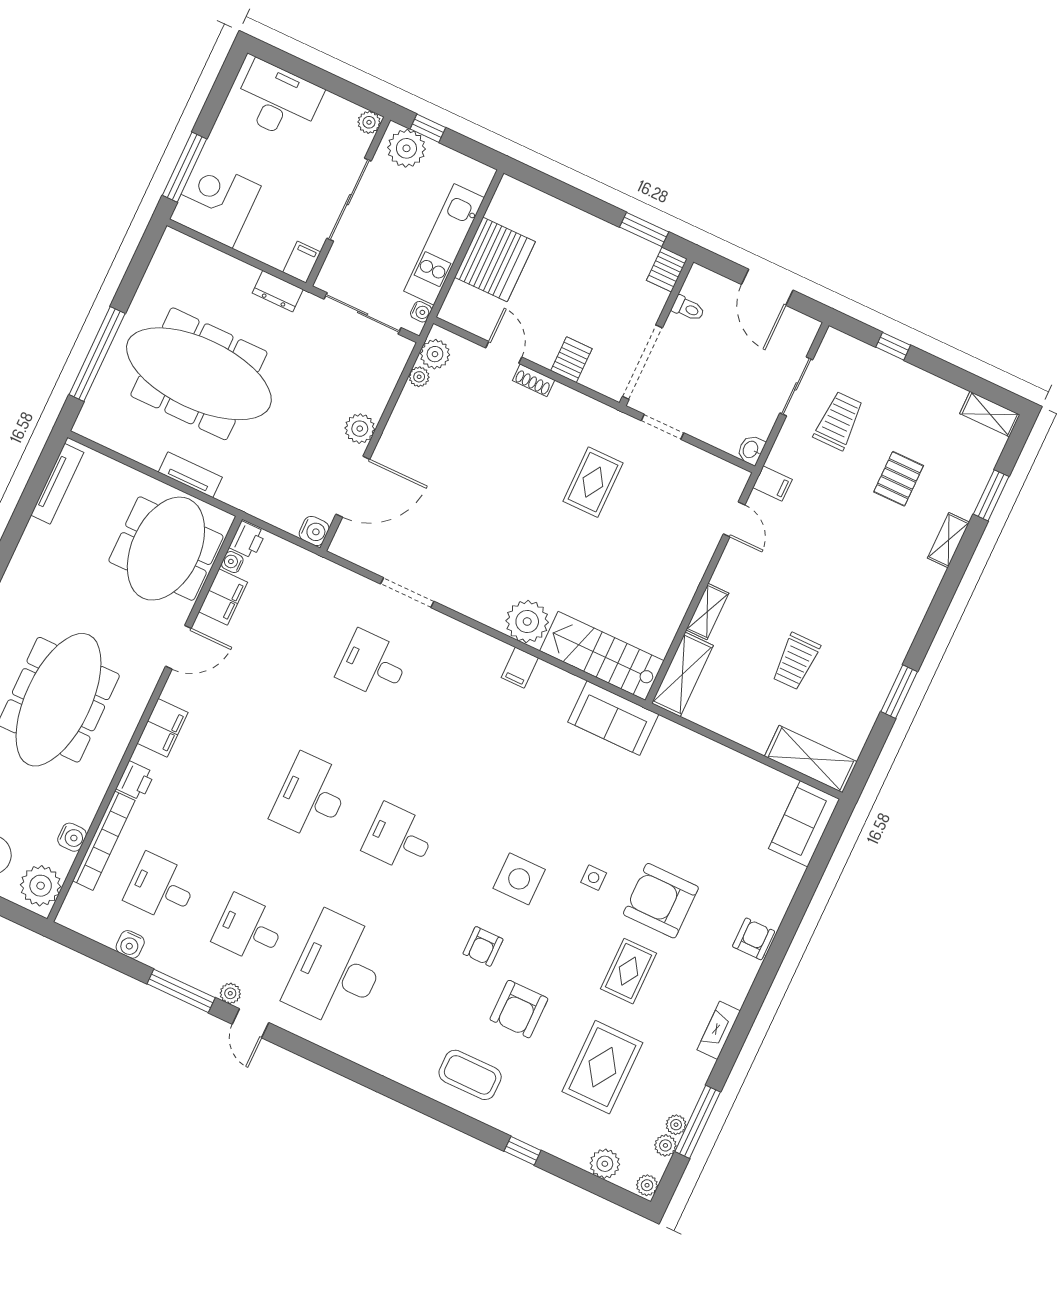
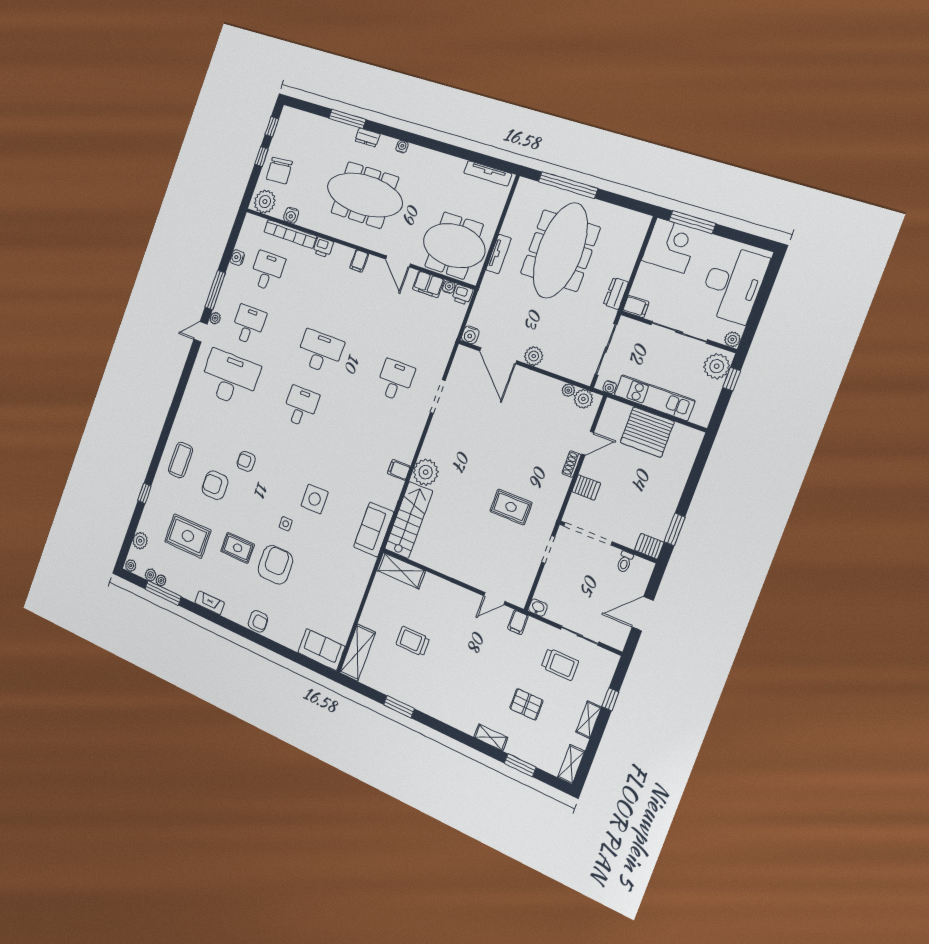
desk: (278, 101) -> (733, 284), width x1.36, depth x1.30
shelving: (707, 612) -> (589, 720), moved, turned 90
filing cabinet: (163, 728) -> (359, 261), width x0.50
side table: (519, 879) -> (315, 499), moved

